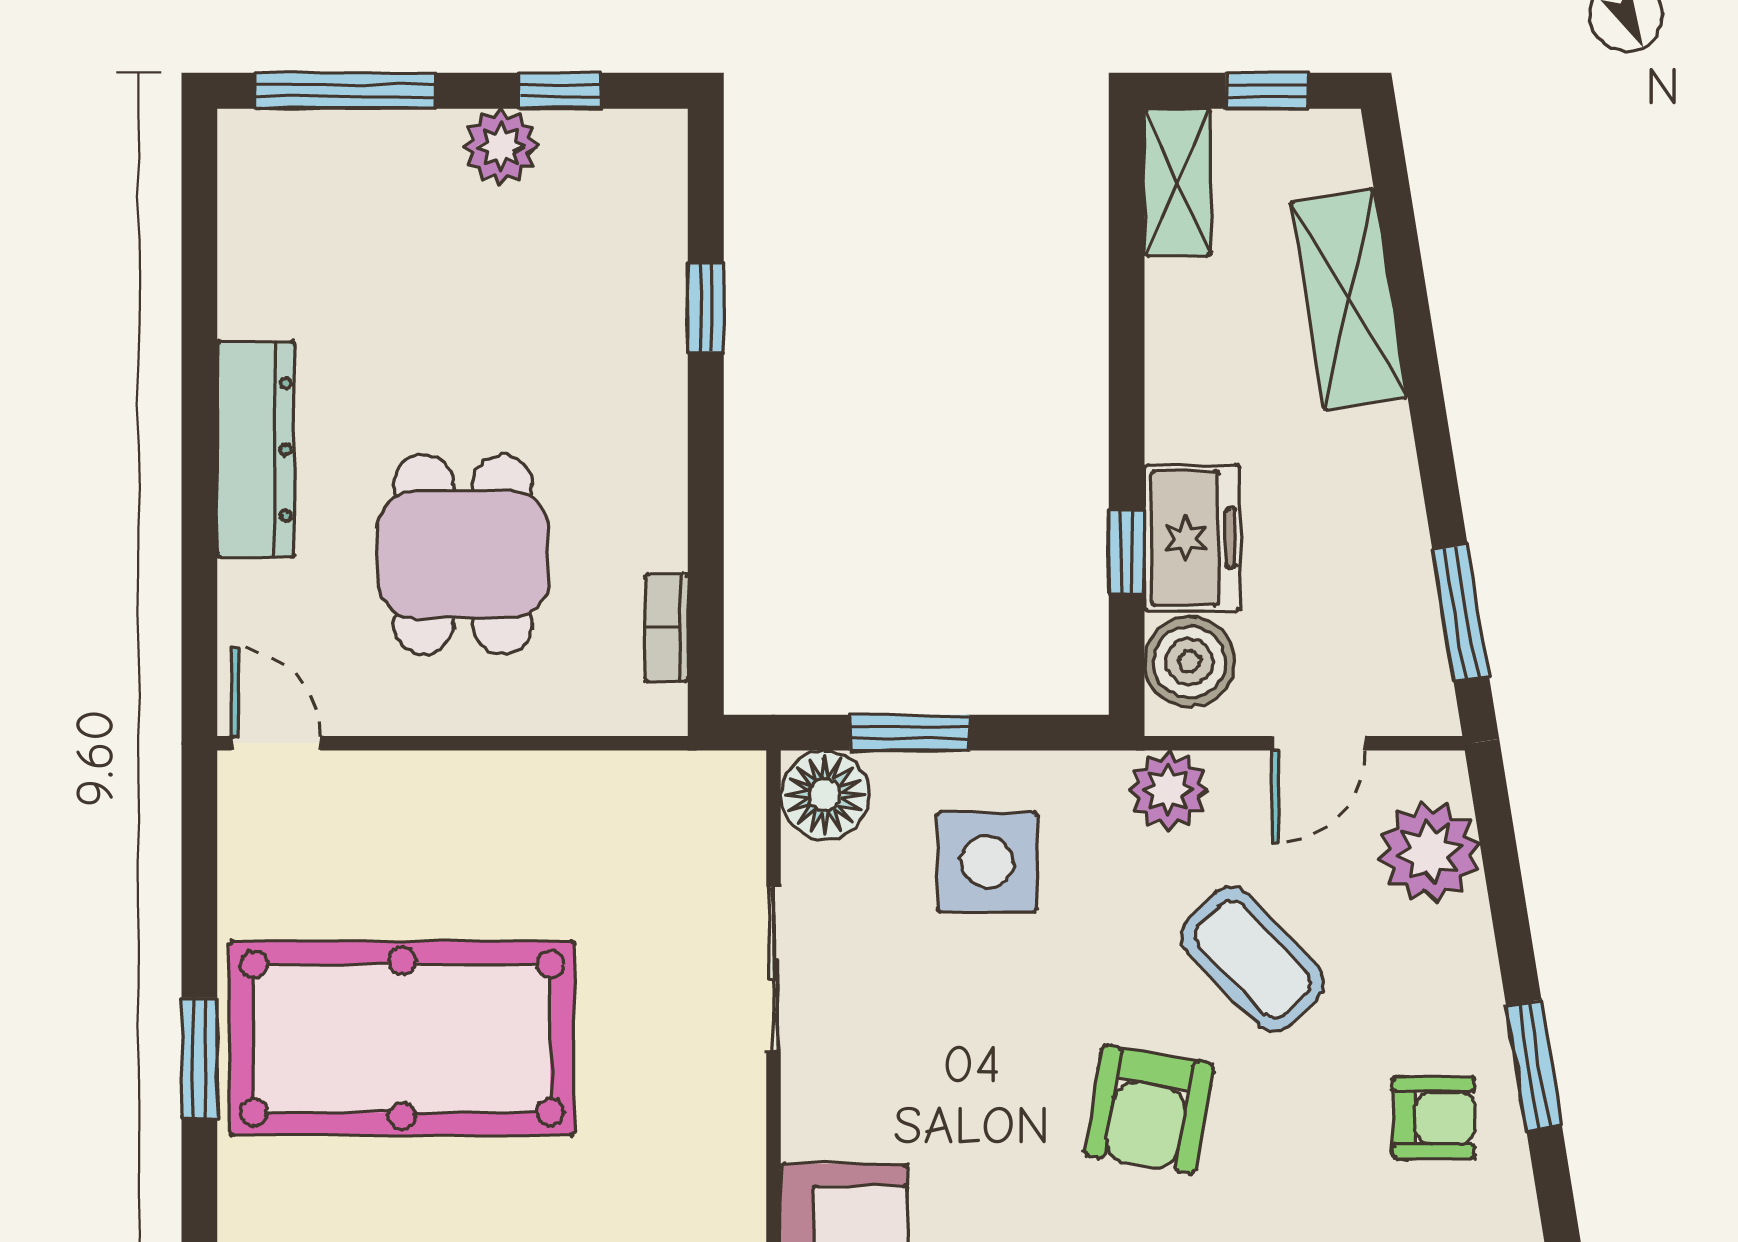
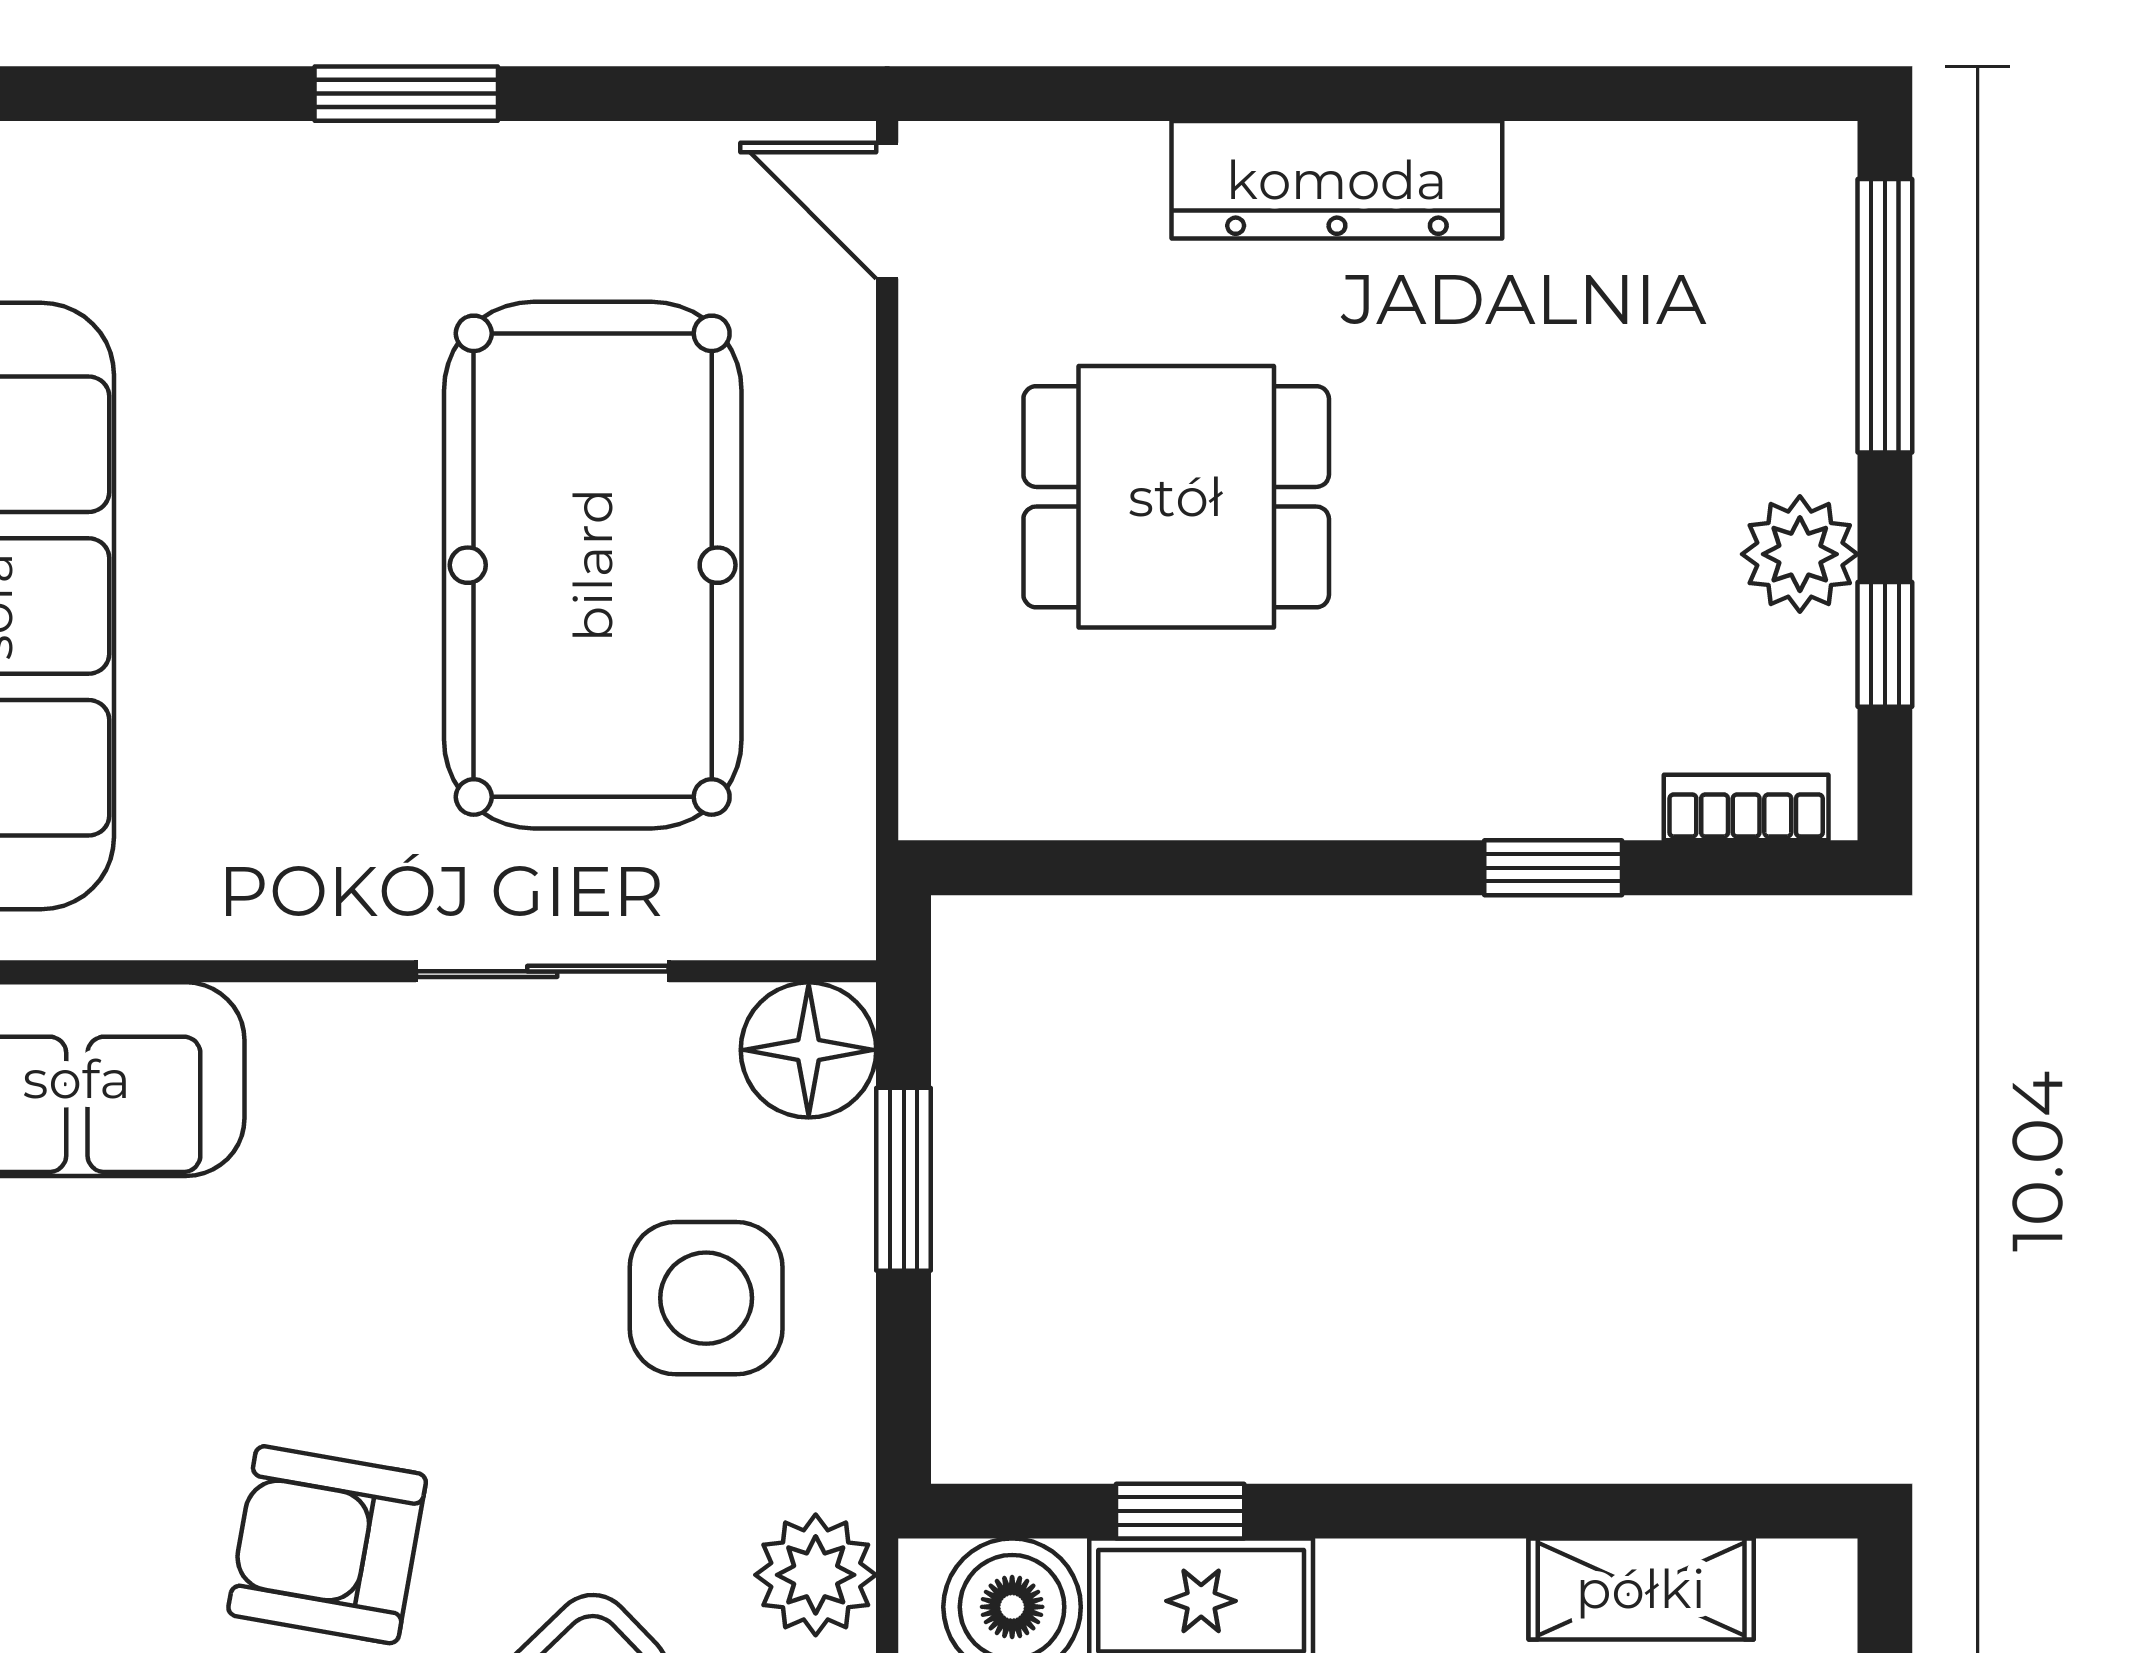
shelving: (1178, 182) -> (1641, 1589), moved
bookcase: (666, 628) -> (1746, 808), moved
door: (276, 743) -> (887, 211), swing flipped
pool table: (402, 1038) -> (593, 565), moved

